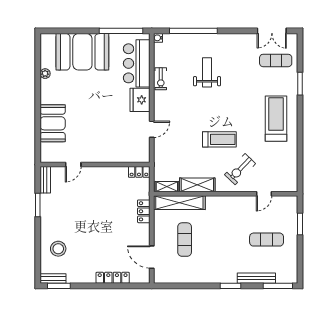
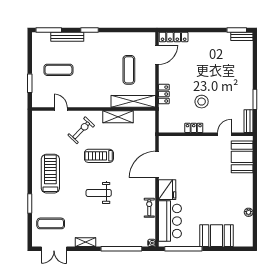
double door: (272, 31) -> (54, 249), swing flipped
booth: (82, 52) -> (216, 236), width x0.73, depth x0.70
weight bench: (207, 72) -> (99, 193), moved, turned 90
treadmill: (276, 119) -> (50, 174), turned 180
booth: (53, 123) -> (242, 157), moved
door: (152, 129) -> (157, 164), width x1.88
locker: (139, 172) -> (194, 128), moved
shelving: (167, 187) -> (86, 242), moved
door: (264, 194) -> (61, 109), hinge flipped
stool: (58, 249) -> (202, 102), moved
door: (152, 257) -> (157, 55), hinge flipped
locker: (113, 278) -> (174, 37), moved

